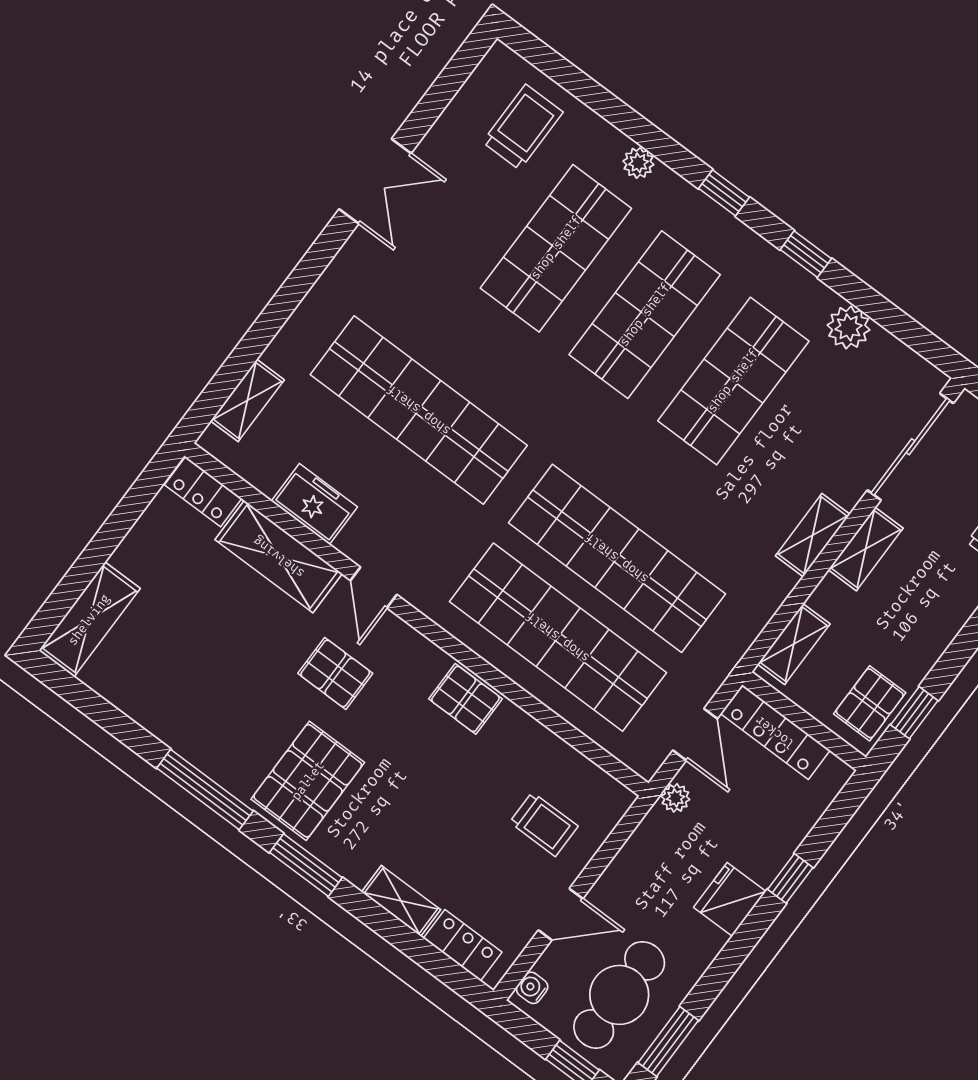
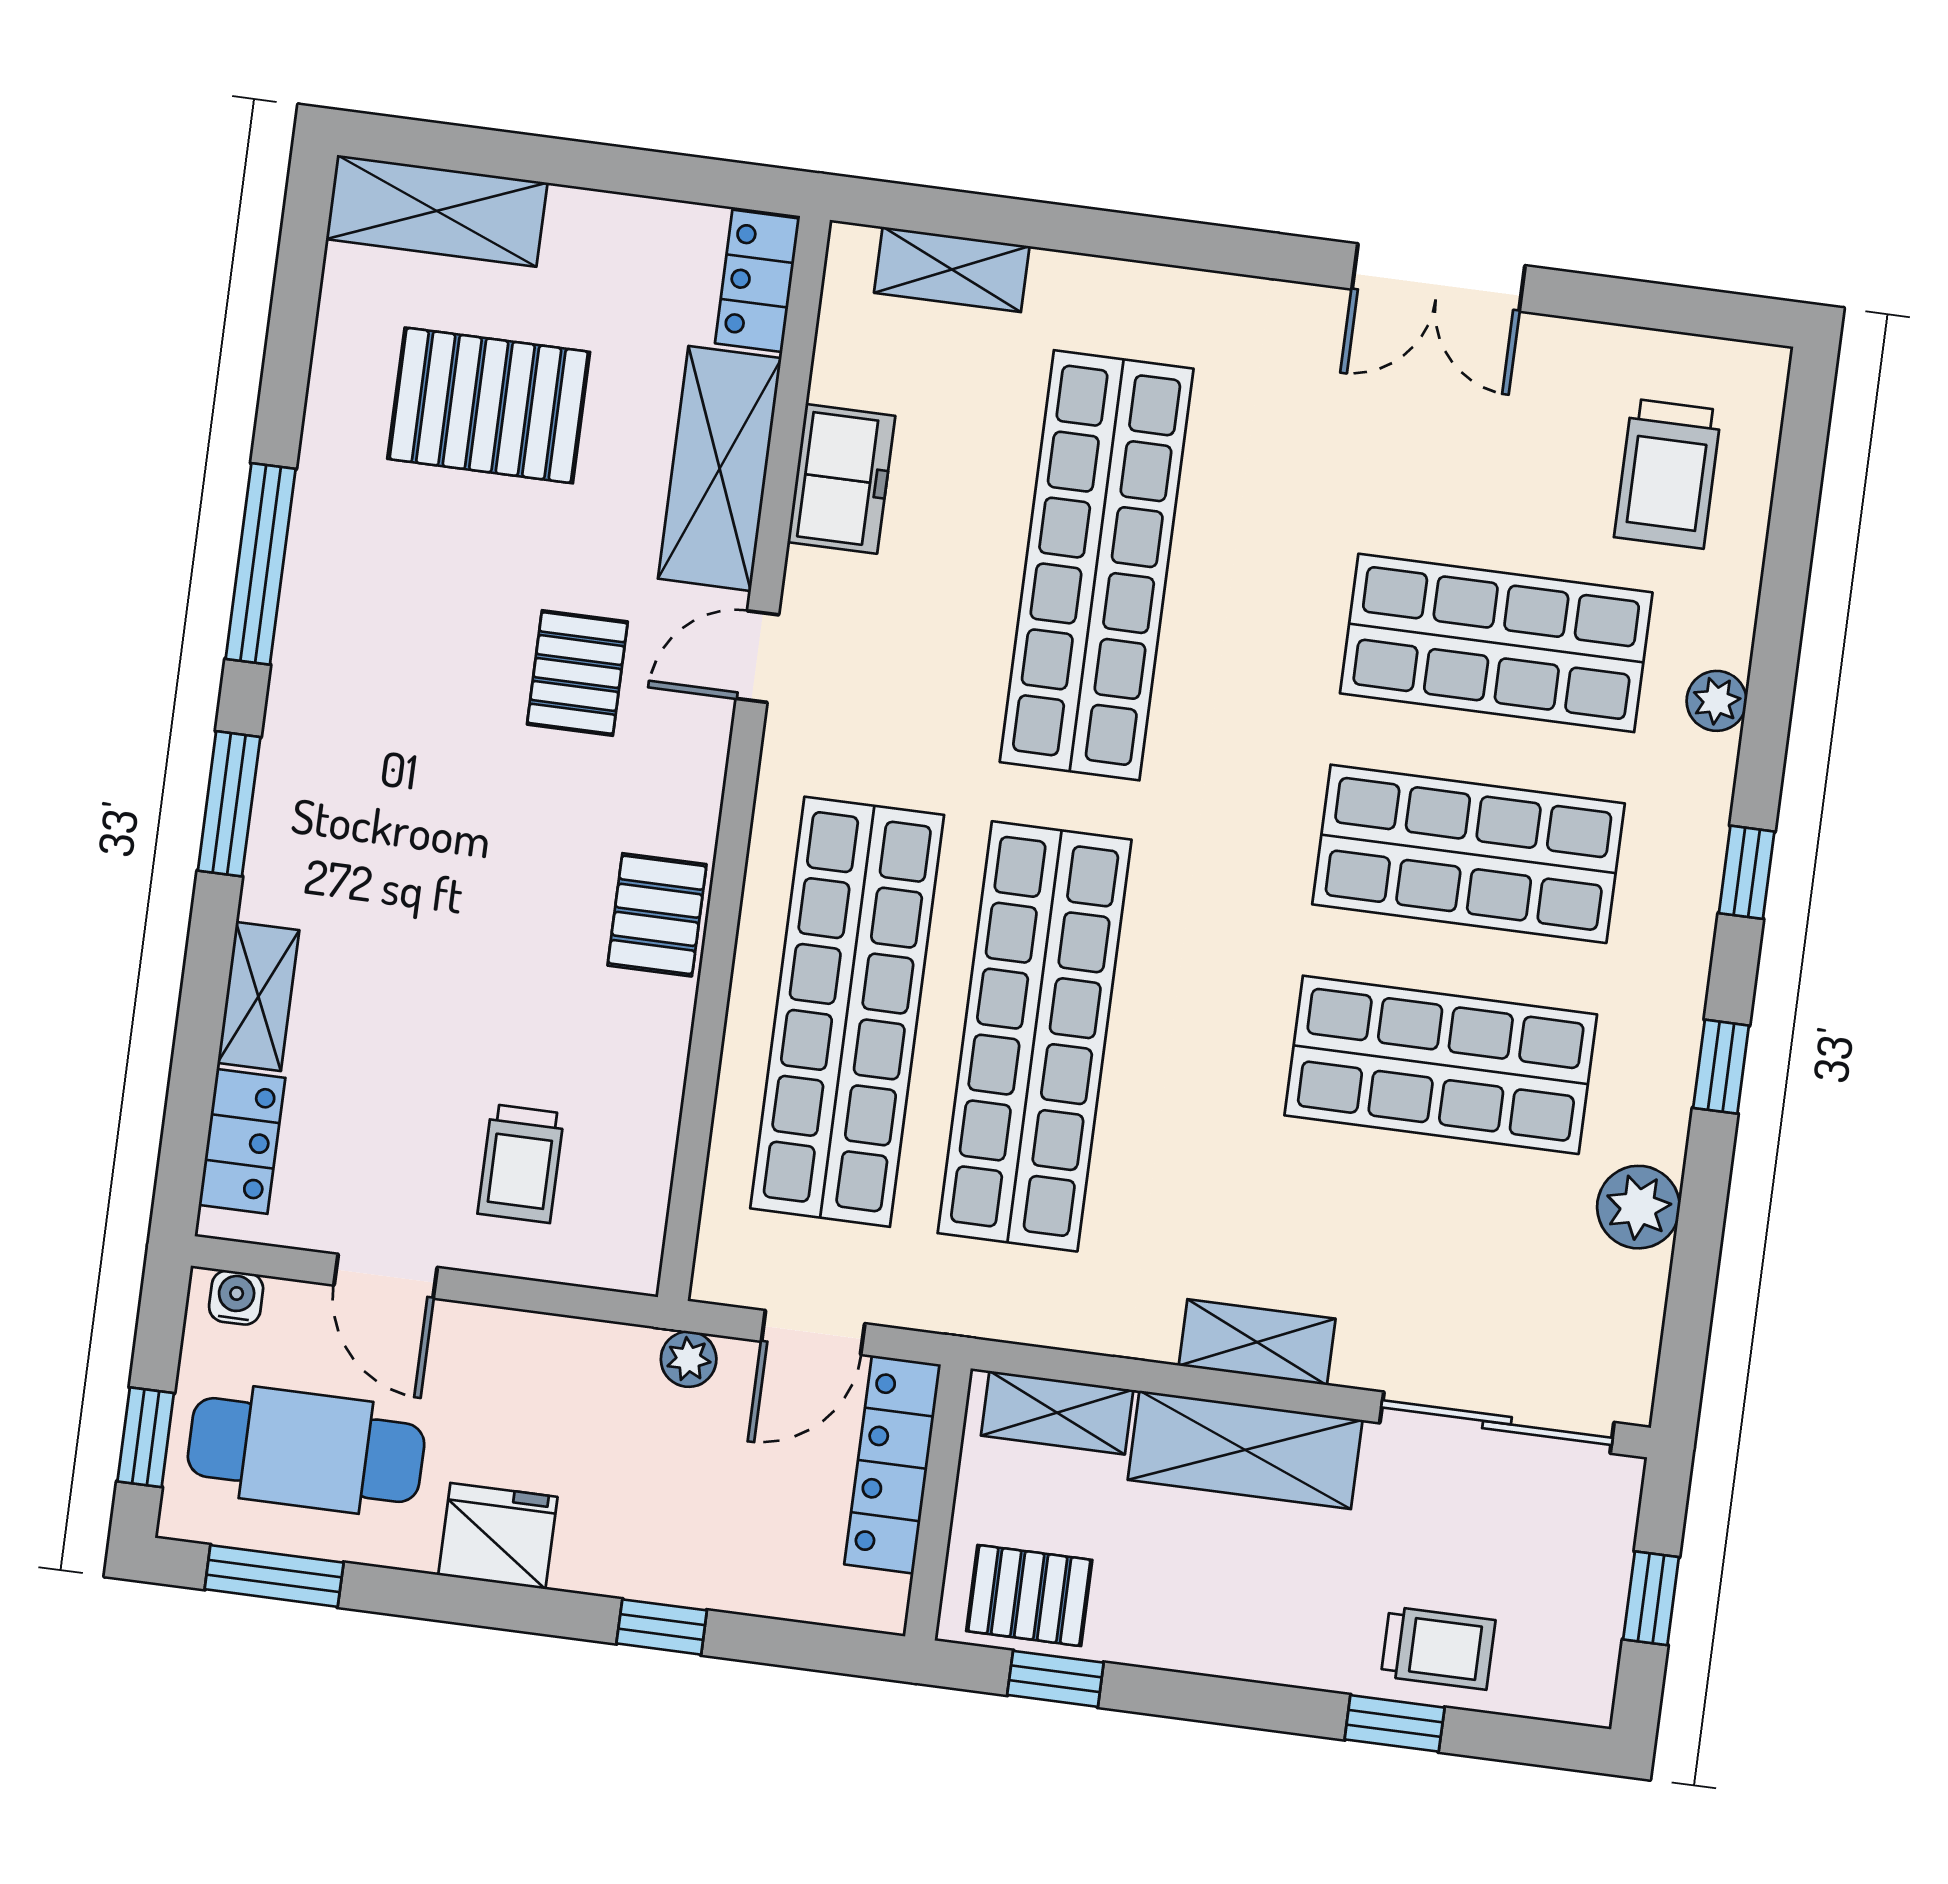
trolley: (523, 127) -> (1668, 474), turned 90
shelving: (866, 549) -> (1245, 1450), width x1.50, depth x1.33
pallet: (308, 781) -> (489, 405), moved
fridge: (730, 899) -> (498, 1536), moved

